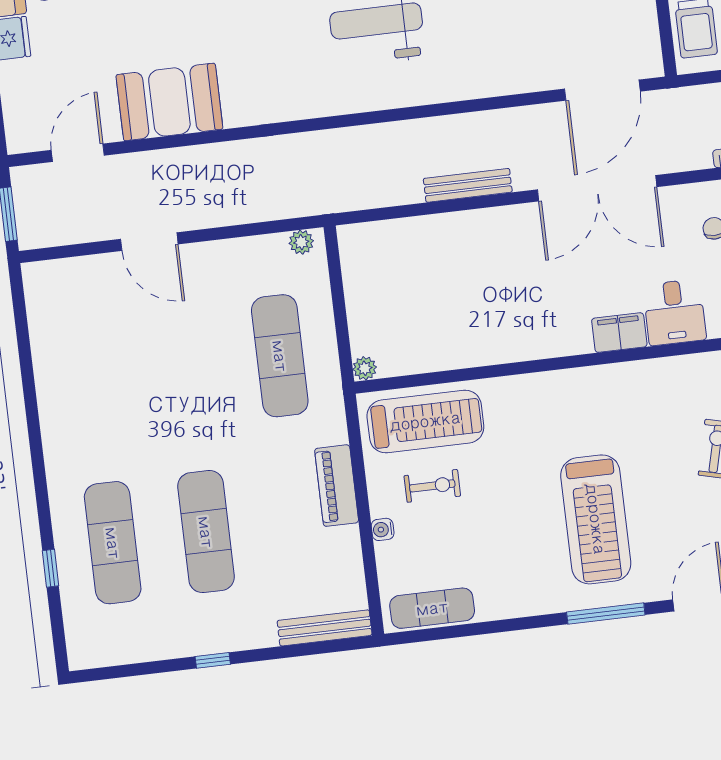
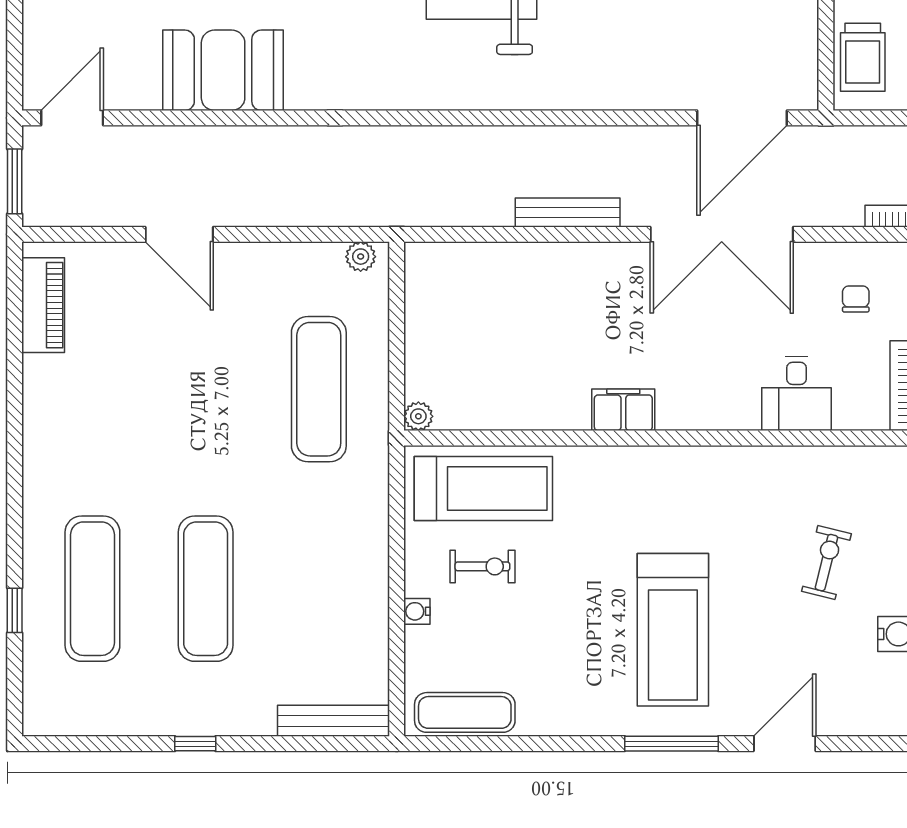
door: (78, 153) -> (72, 118), moved
filing cabinet: (619, 333) -> (623, 410), moved
piano: (337, 486) -> (43, 305), moved, turned 180

